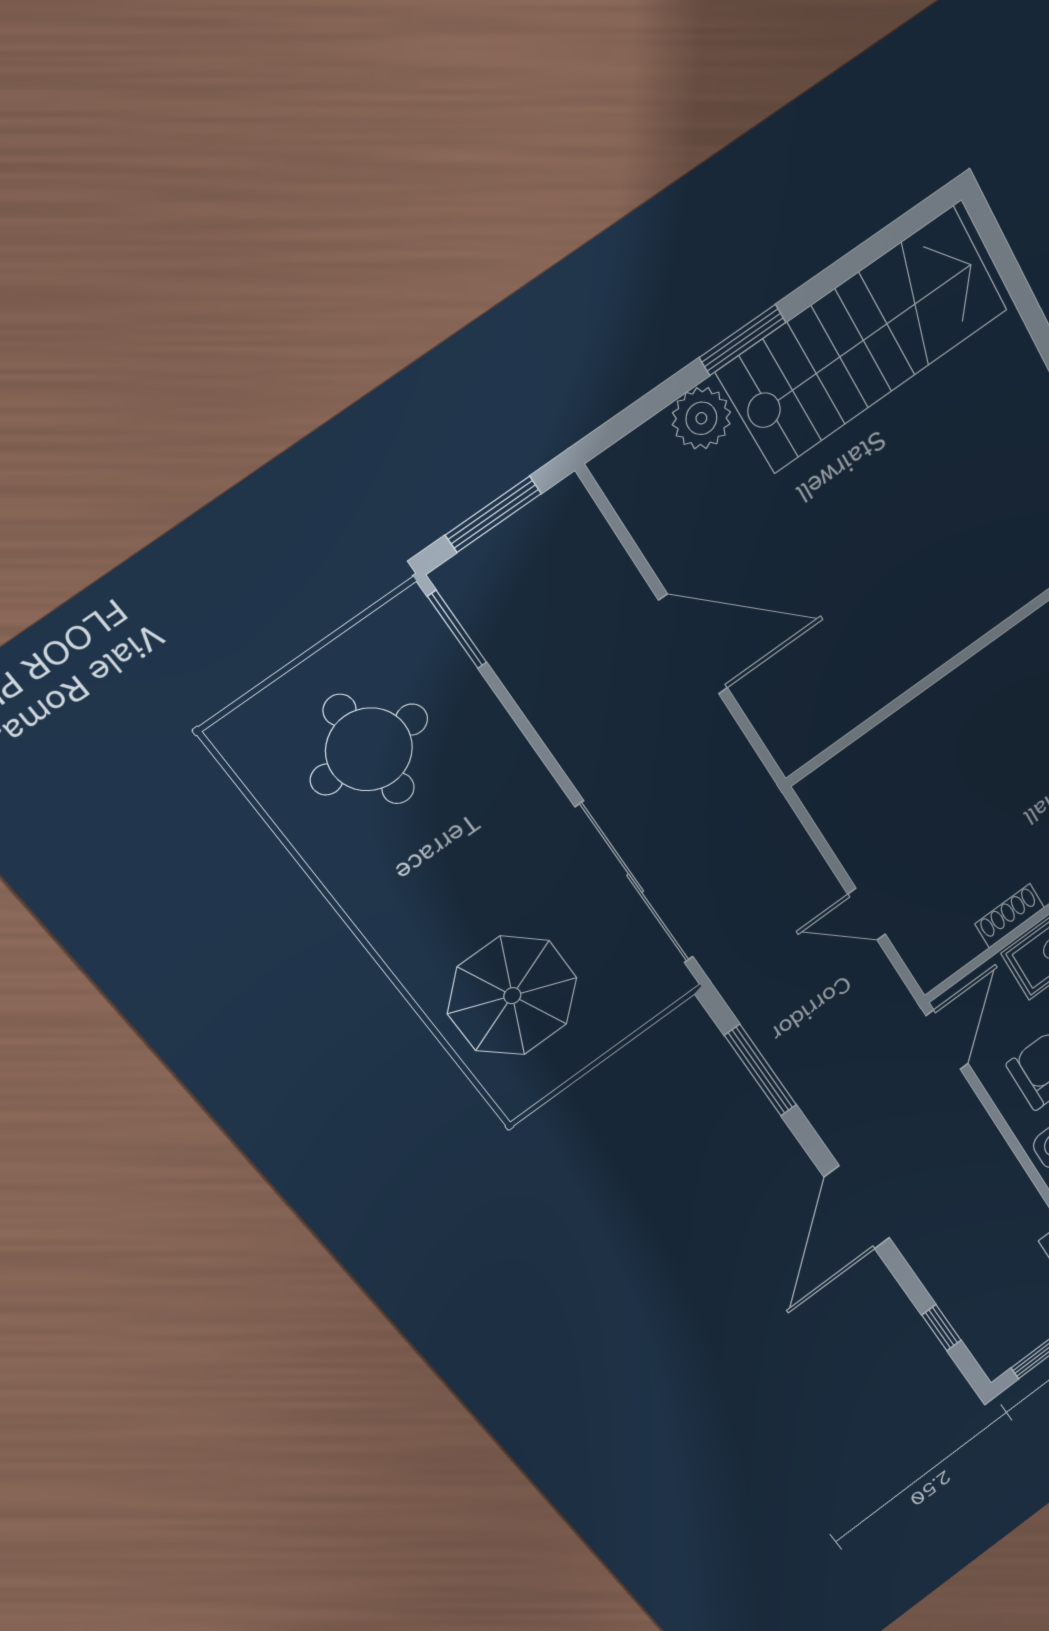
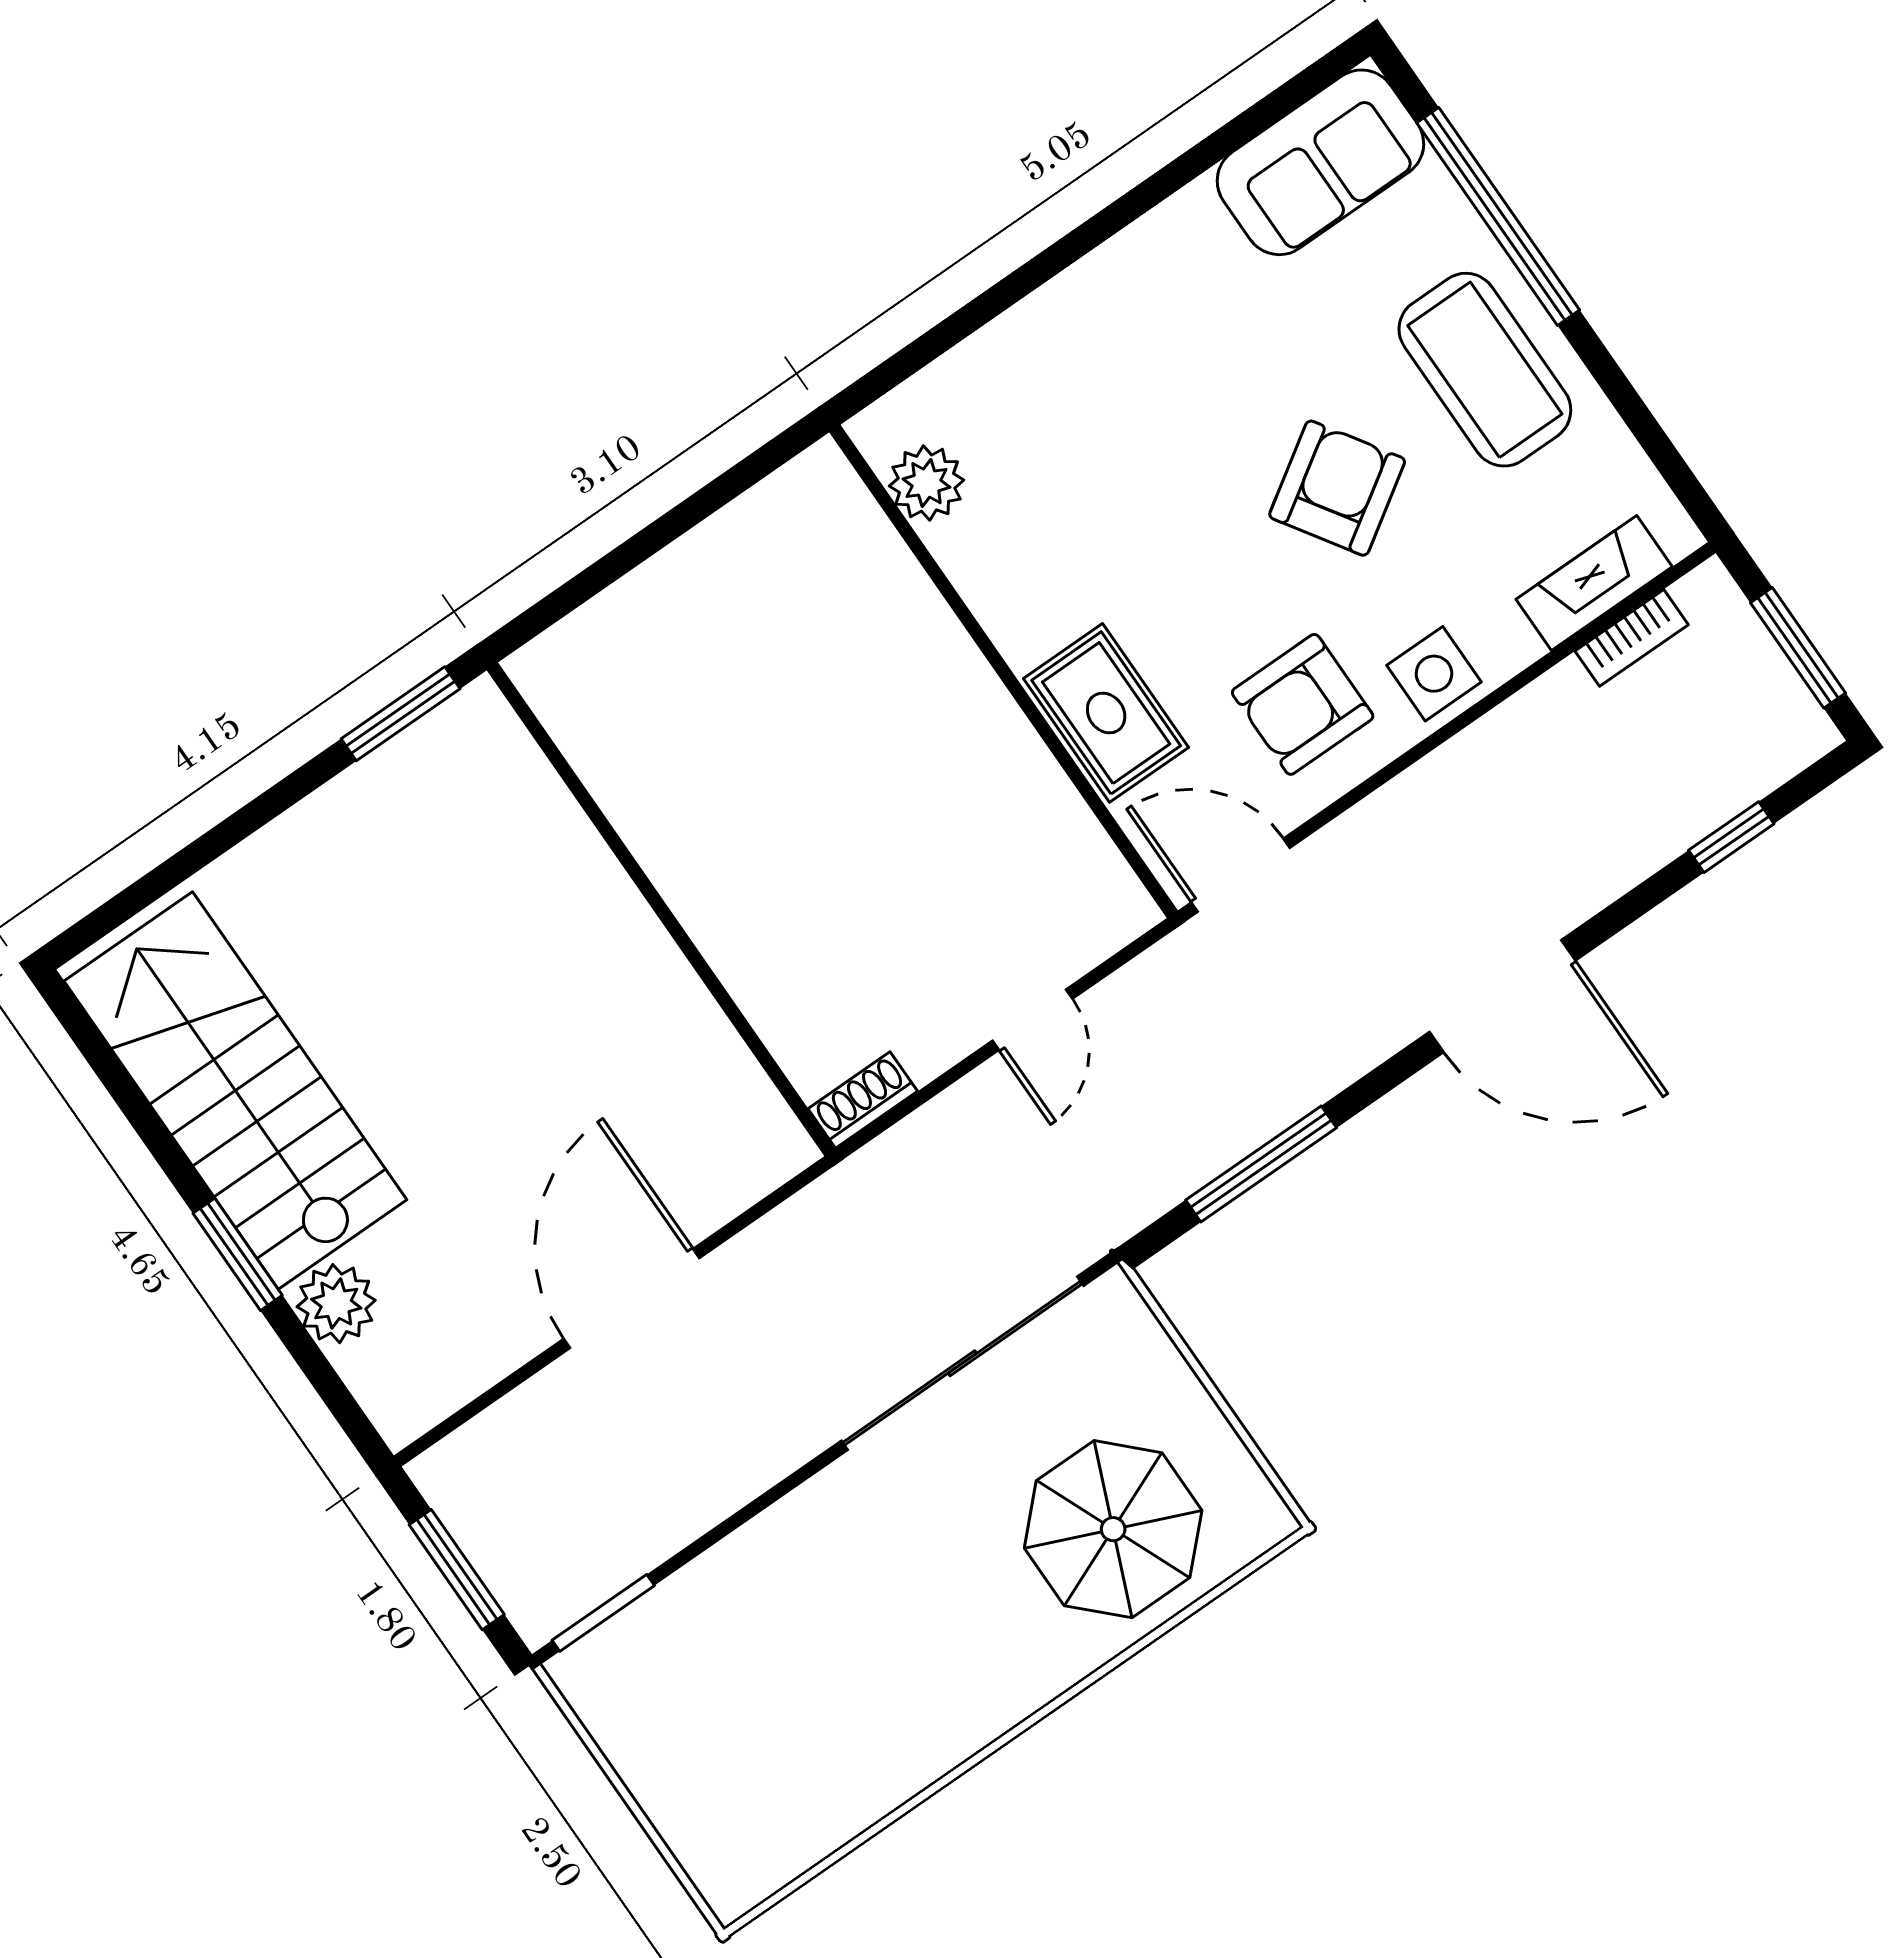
round table: (369, 749) -> (757, 1723), removed
shoe rack: (1010, 916) -> (863, 1100), moved, turned 90

